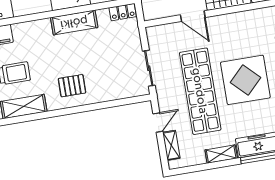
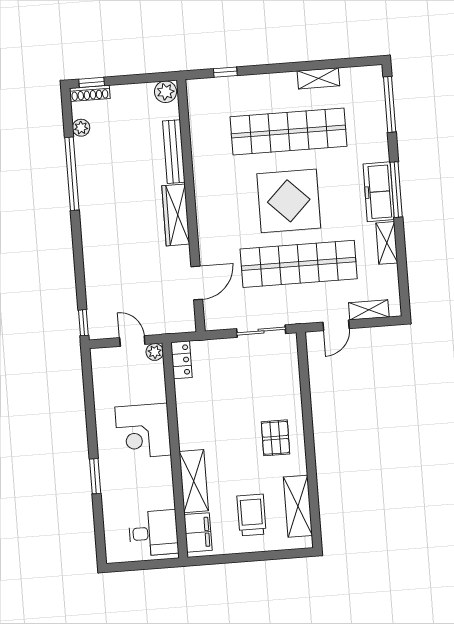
door: (193, 16) -> (197, 283), moved
shelving: (74, 23) -> (194, 481), moved
door: (158, 122) -> (336, 325), swing flipped

